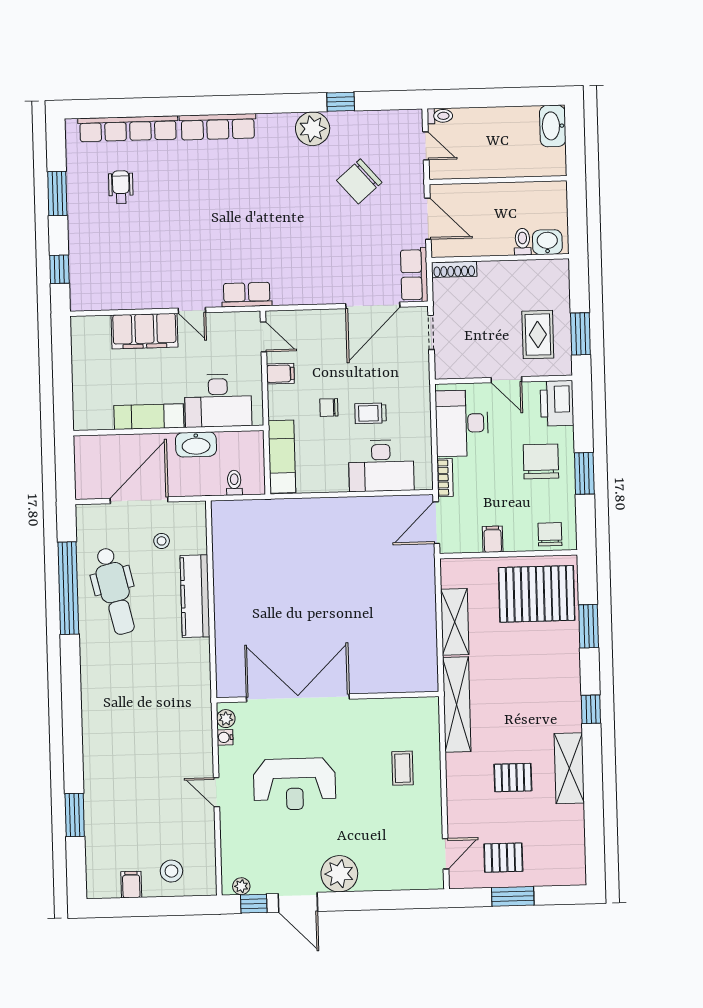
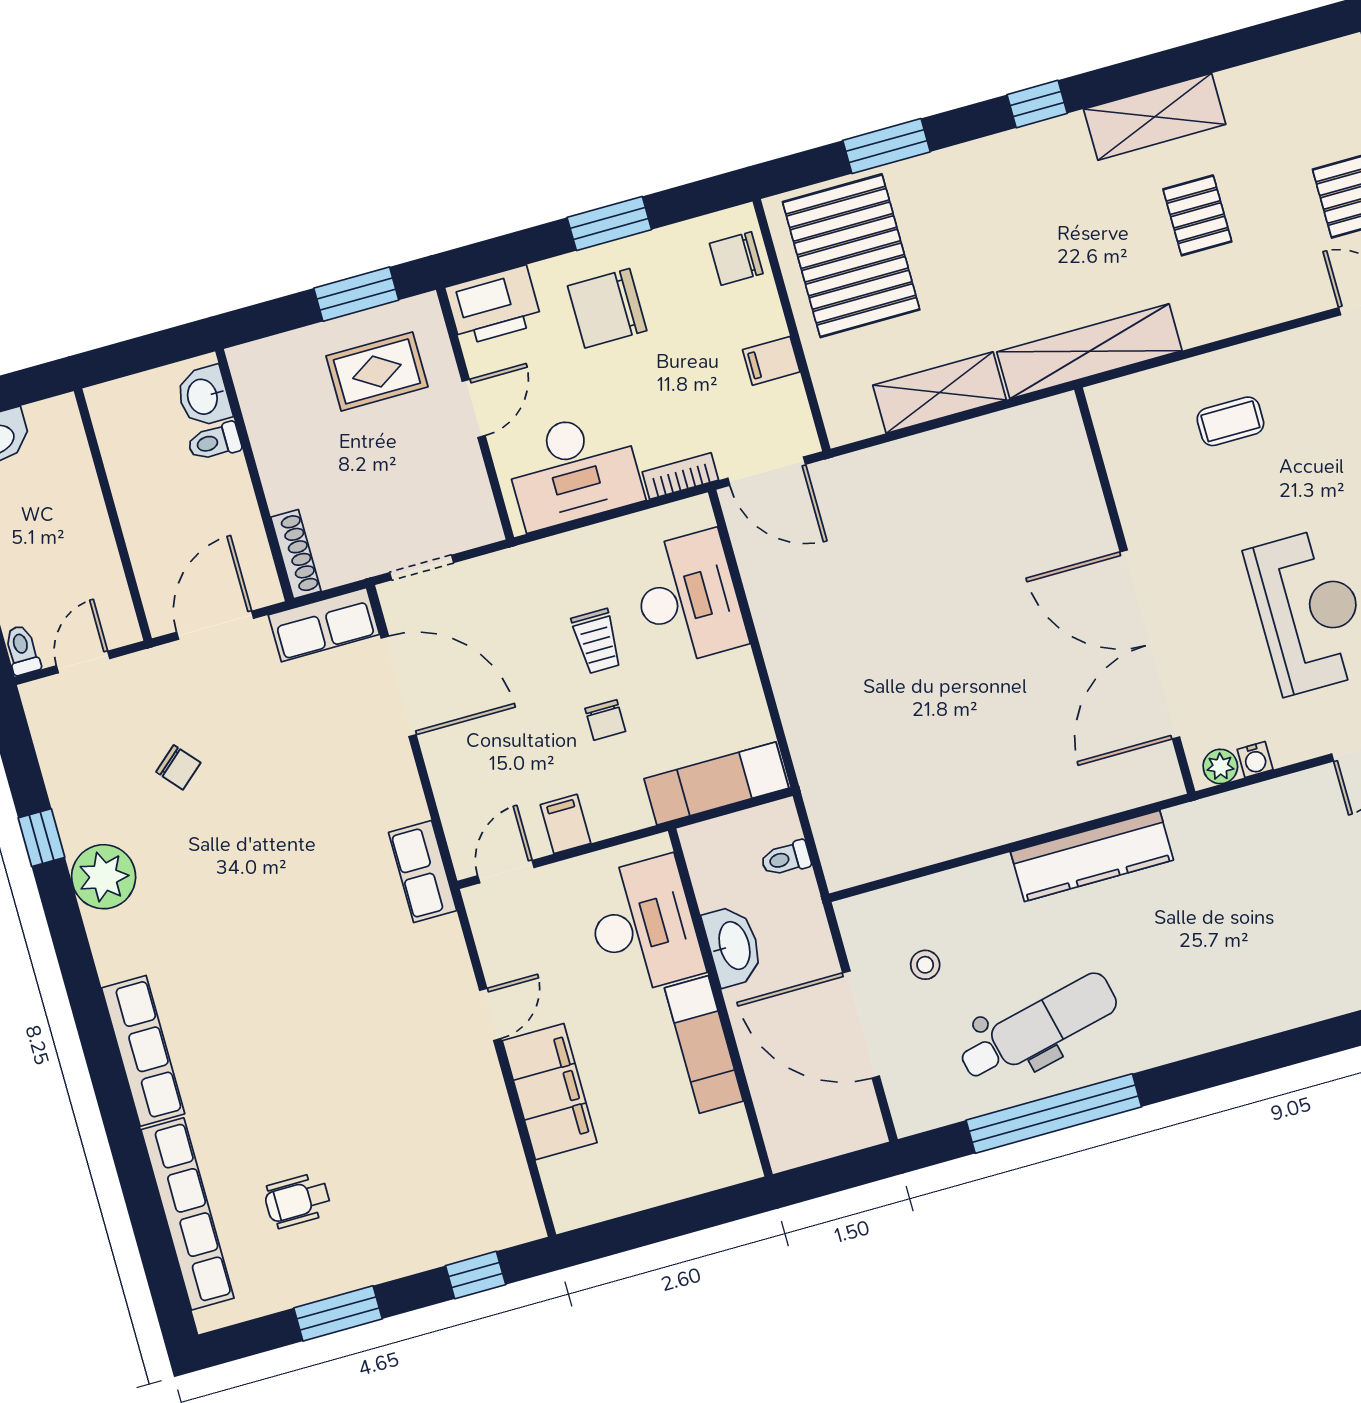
chair: (359, 181) -> (178, 767), width x0.54, depth x0.54
row of seats: (247, 295) -> (423, 872), moved
kitchen counter: (195, 596) -> (1092, 856), moved

